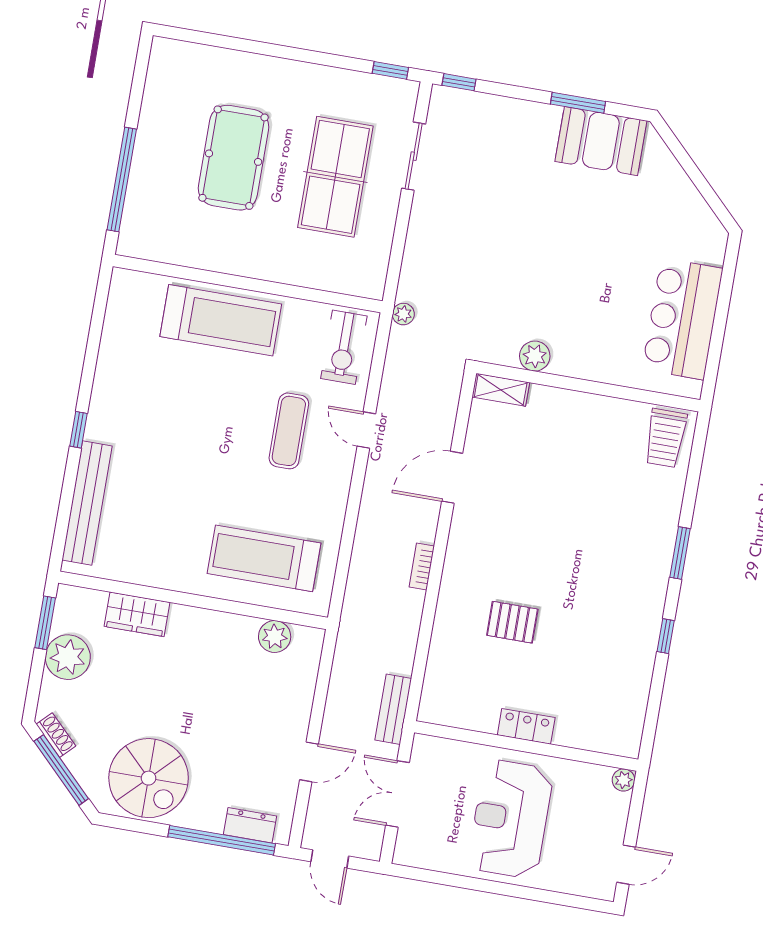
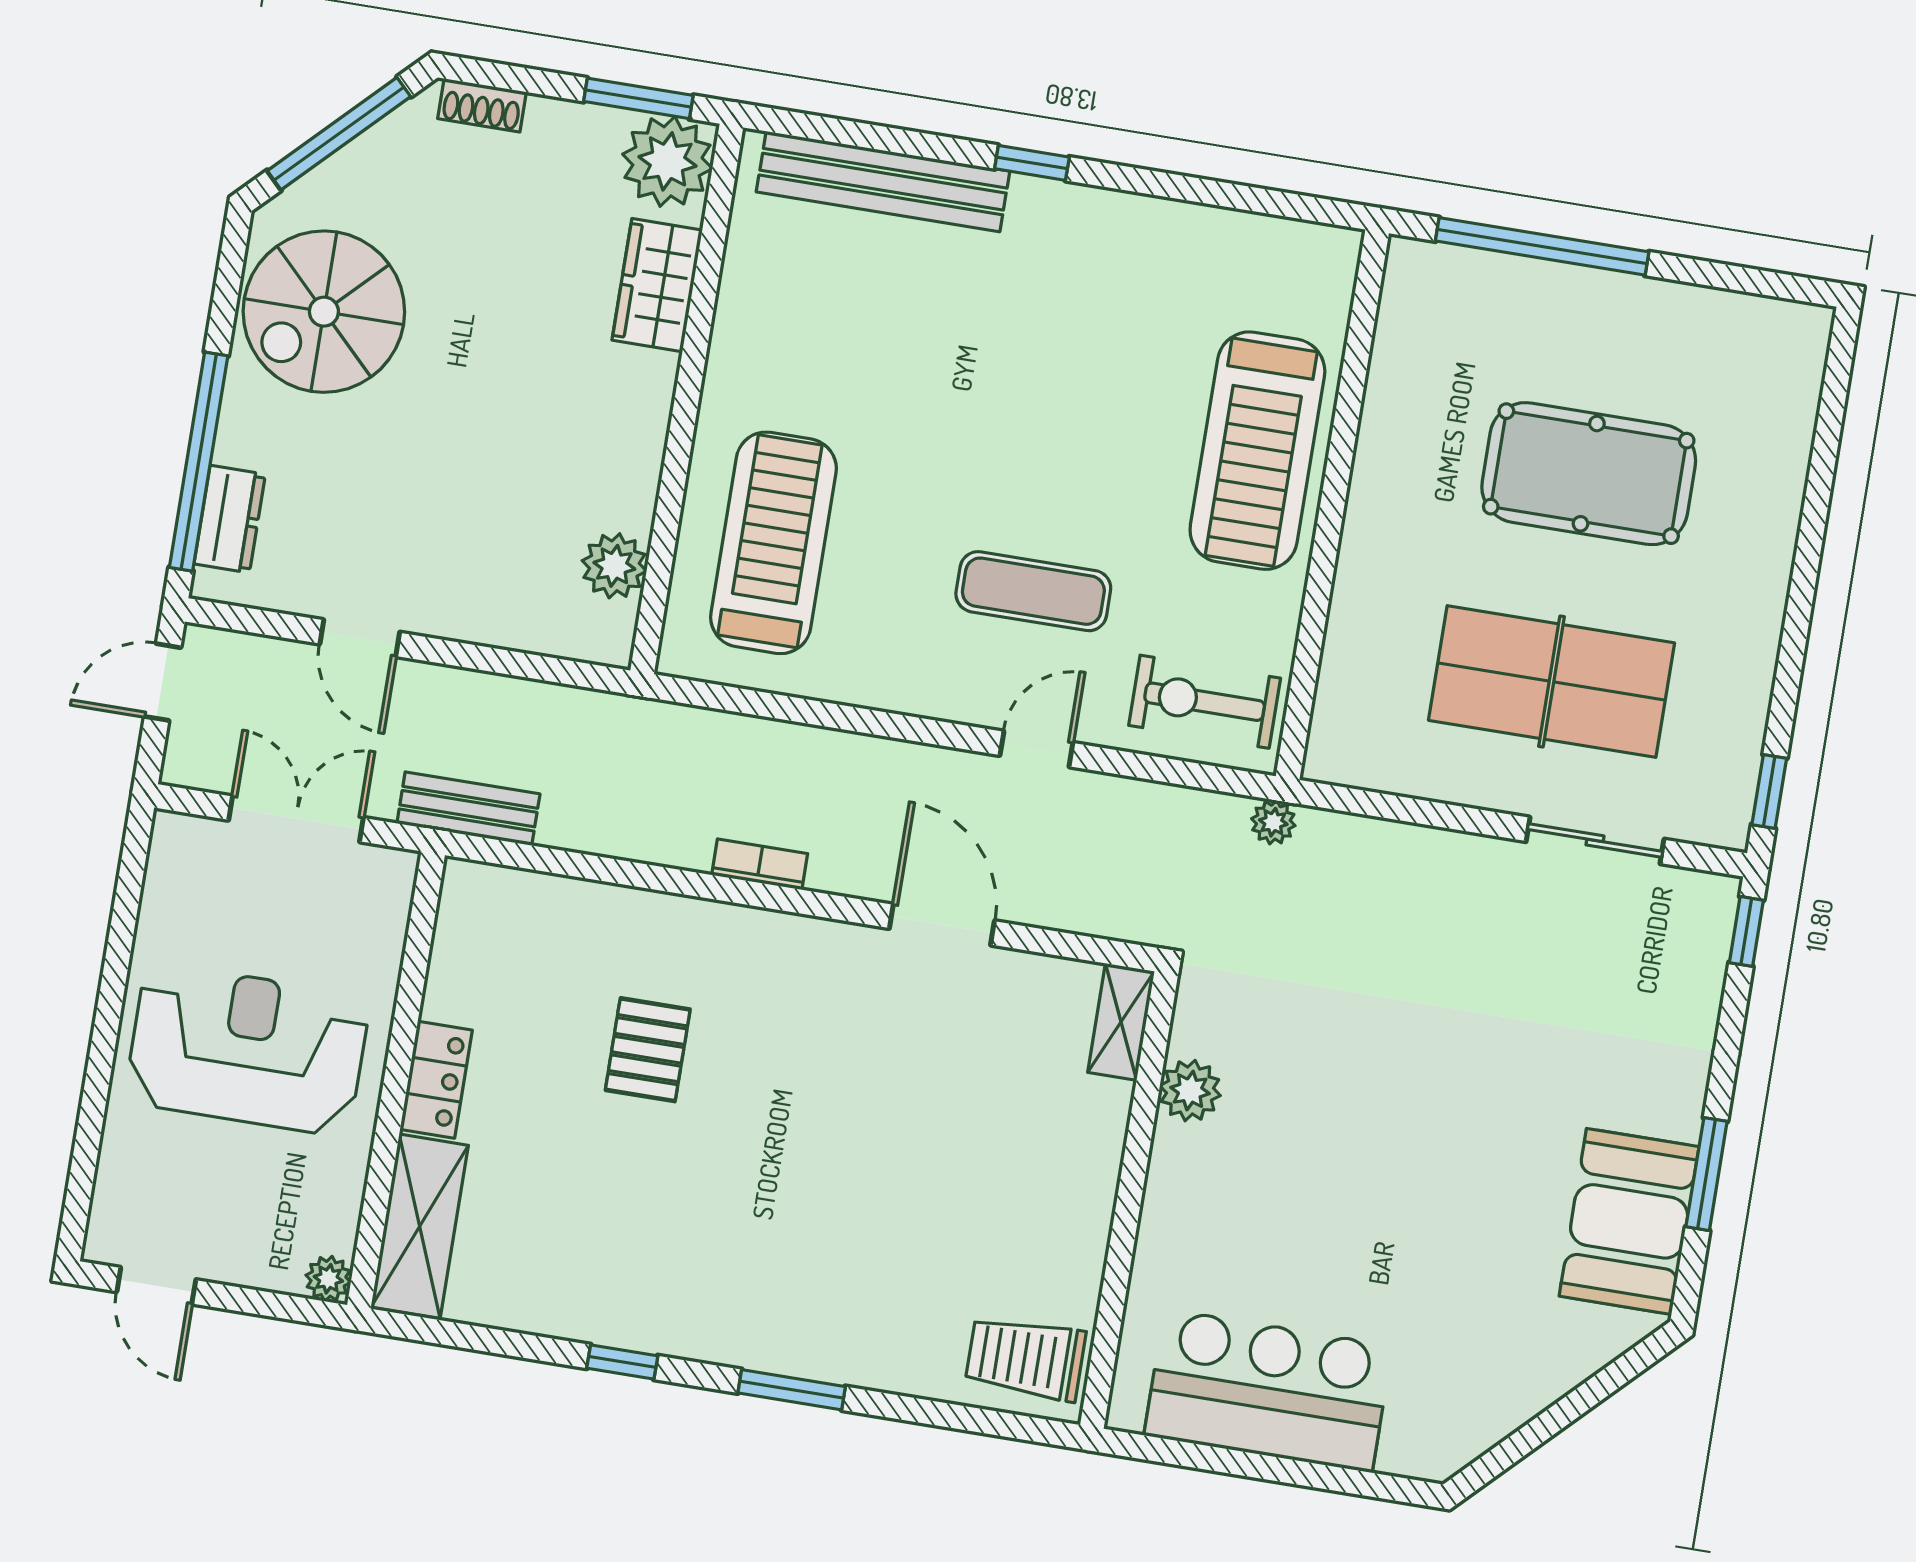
plant: (68, 657) -> (667, 161), moved
shoe rack: (56, 735) -> (482, 105), moved, turned 45
shelving: (598, 735) -> (420, 1226), added

